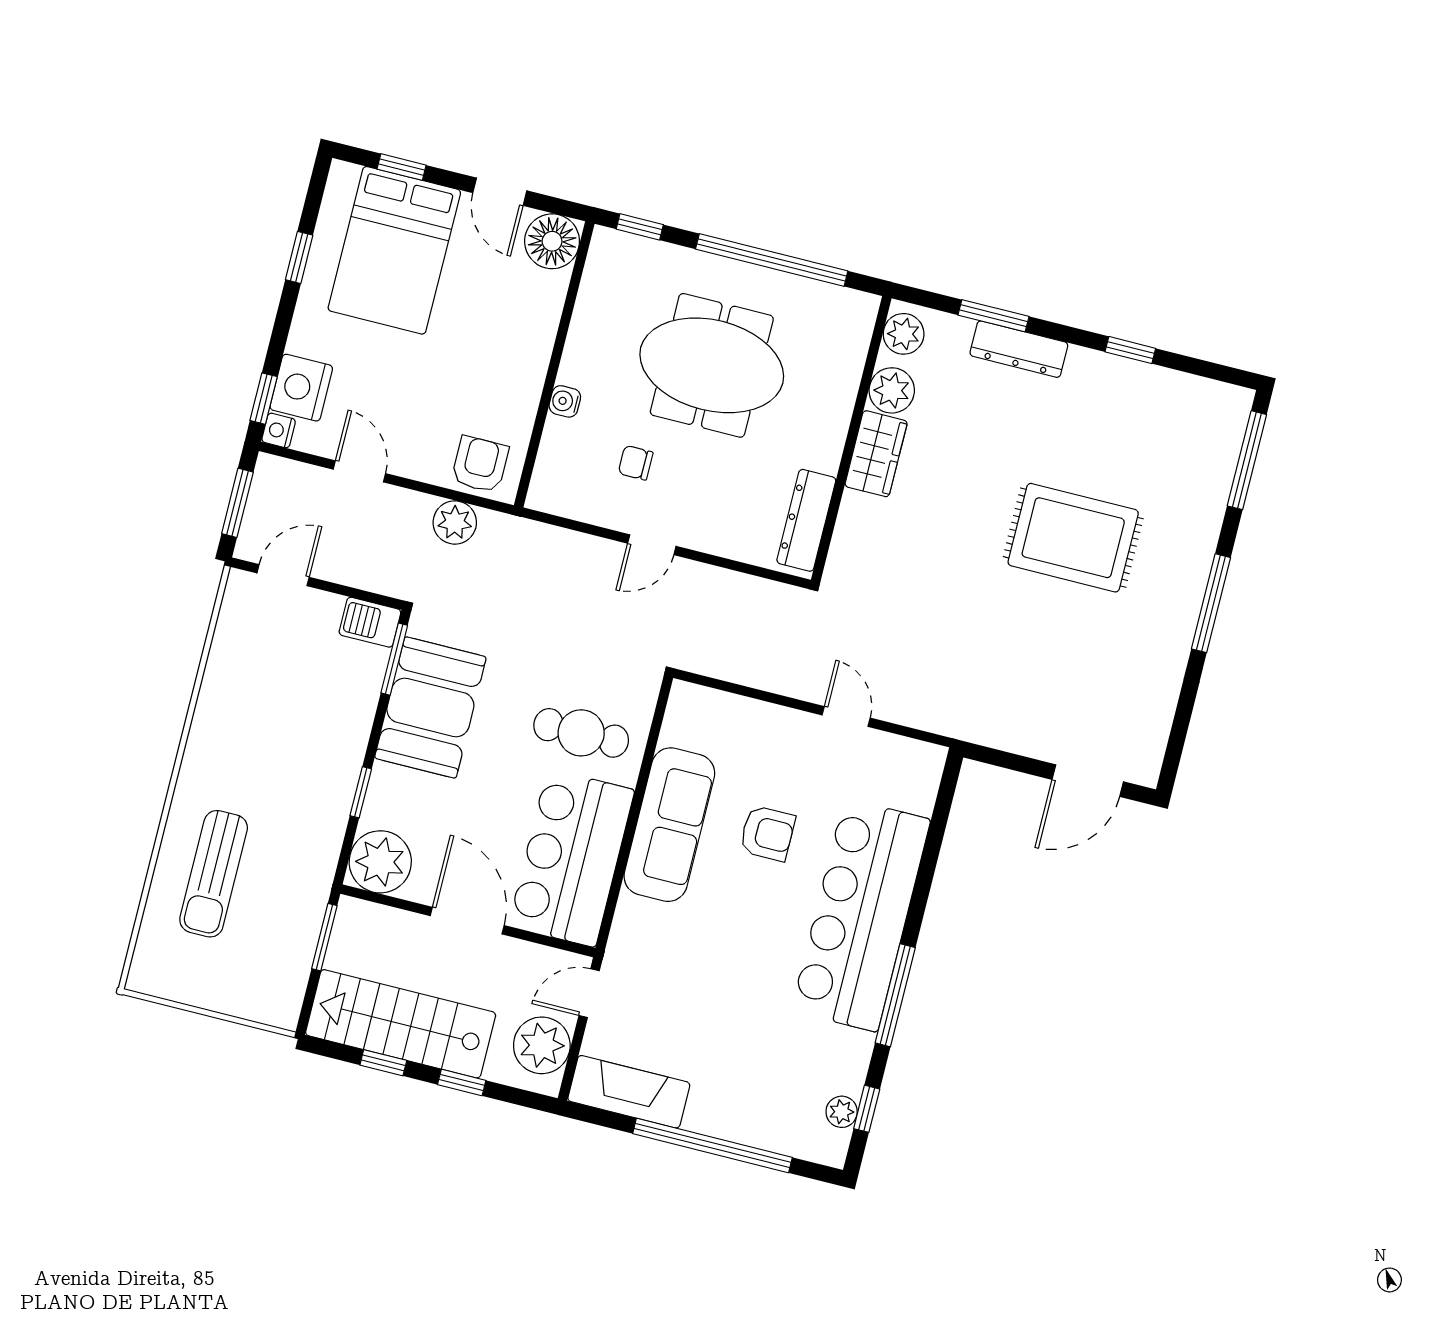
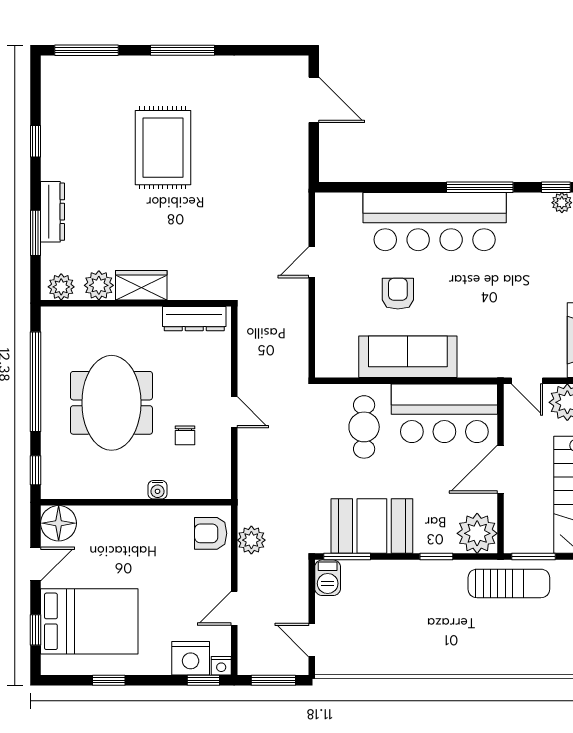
sun lounger: (214, 874) -> (509, 583), moved

